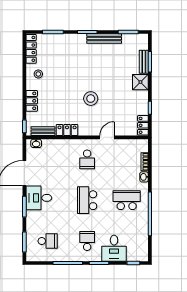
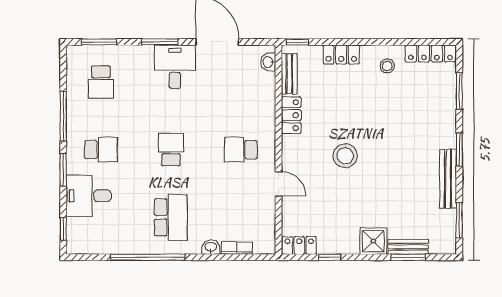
school desk: (87, 200) -> (171, 150), width x0.54

